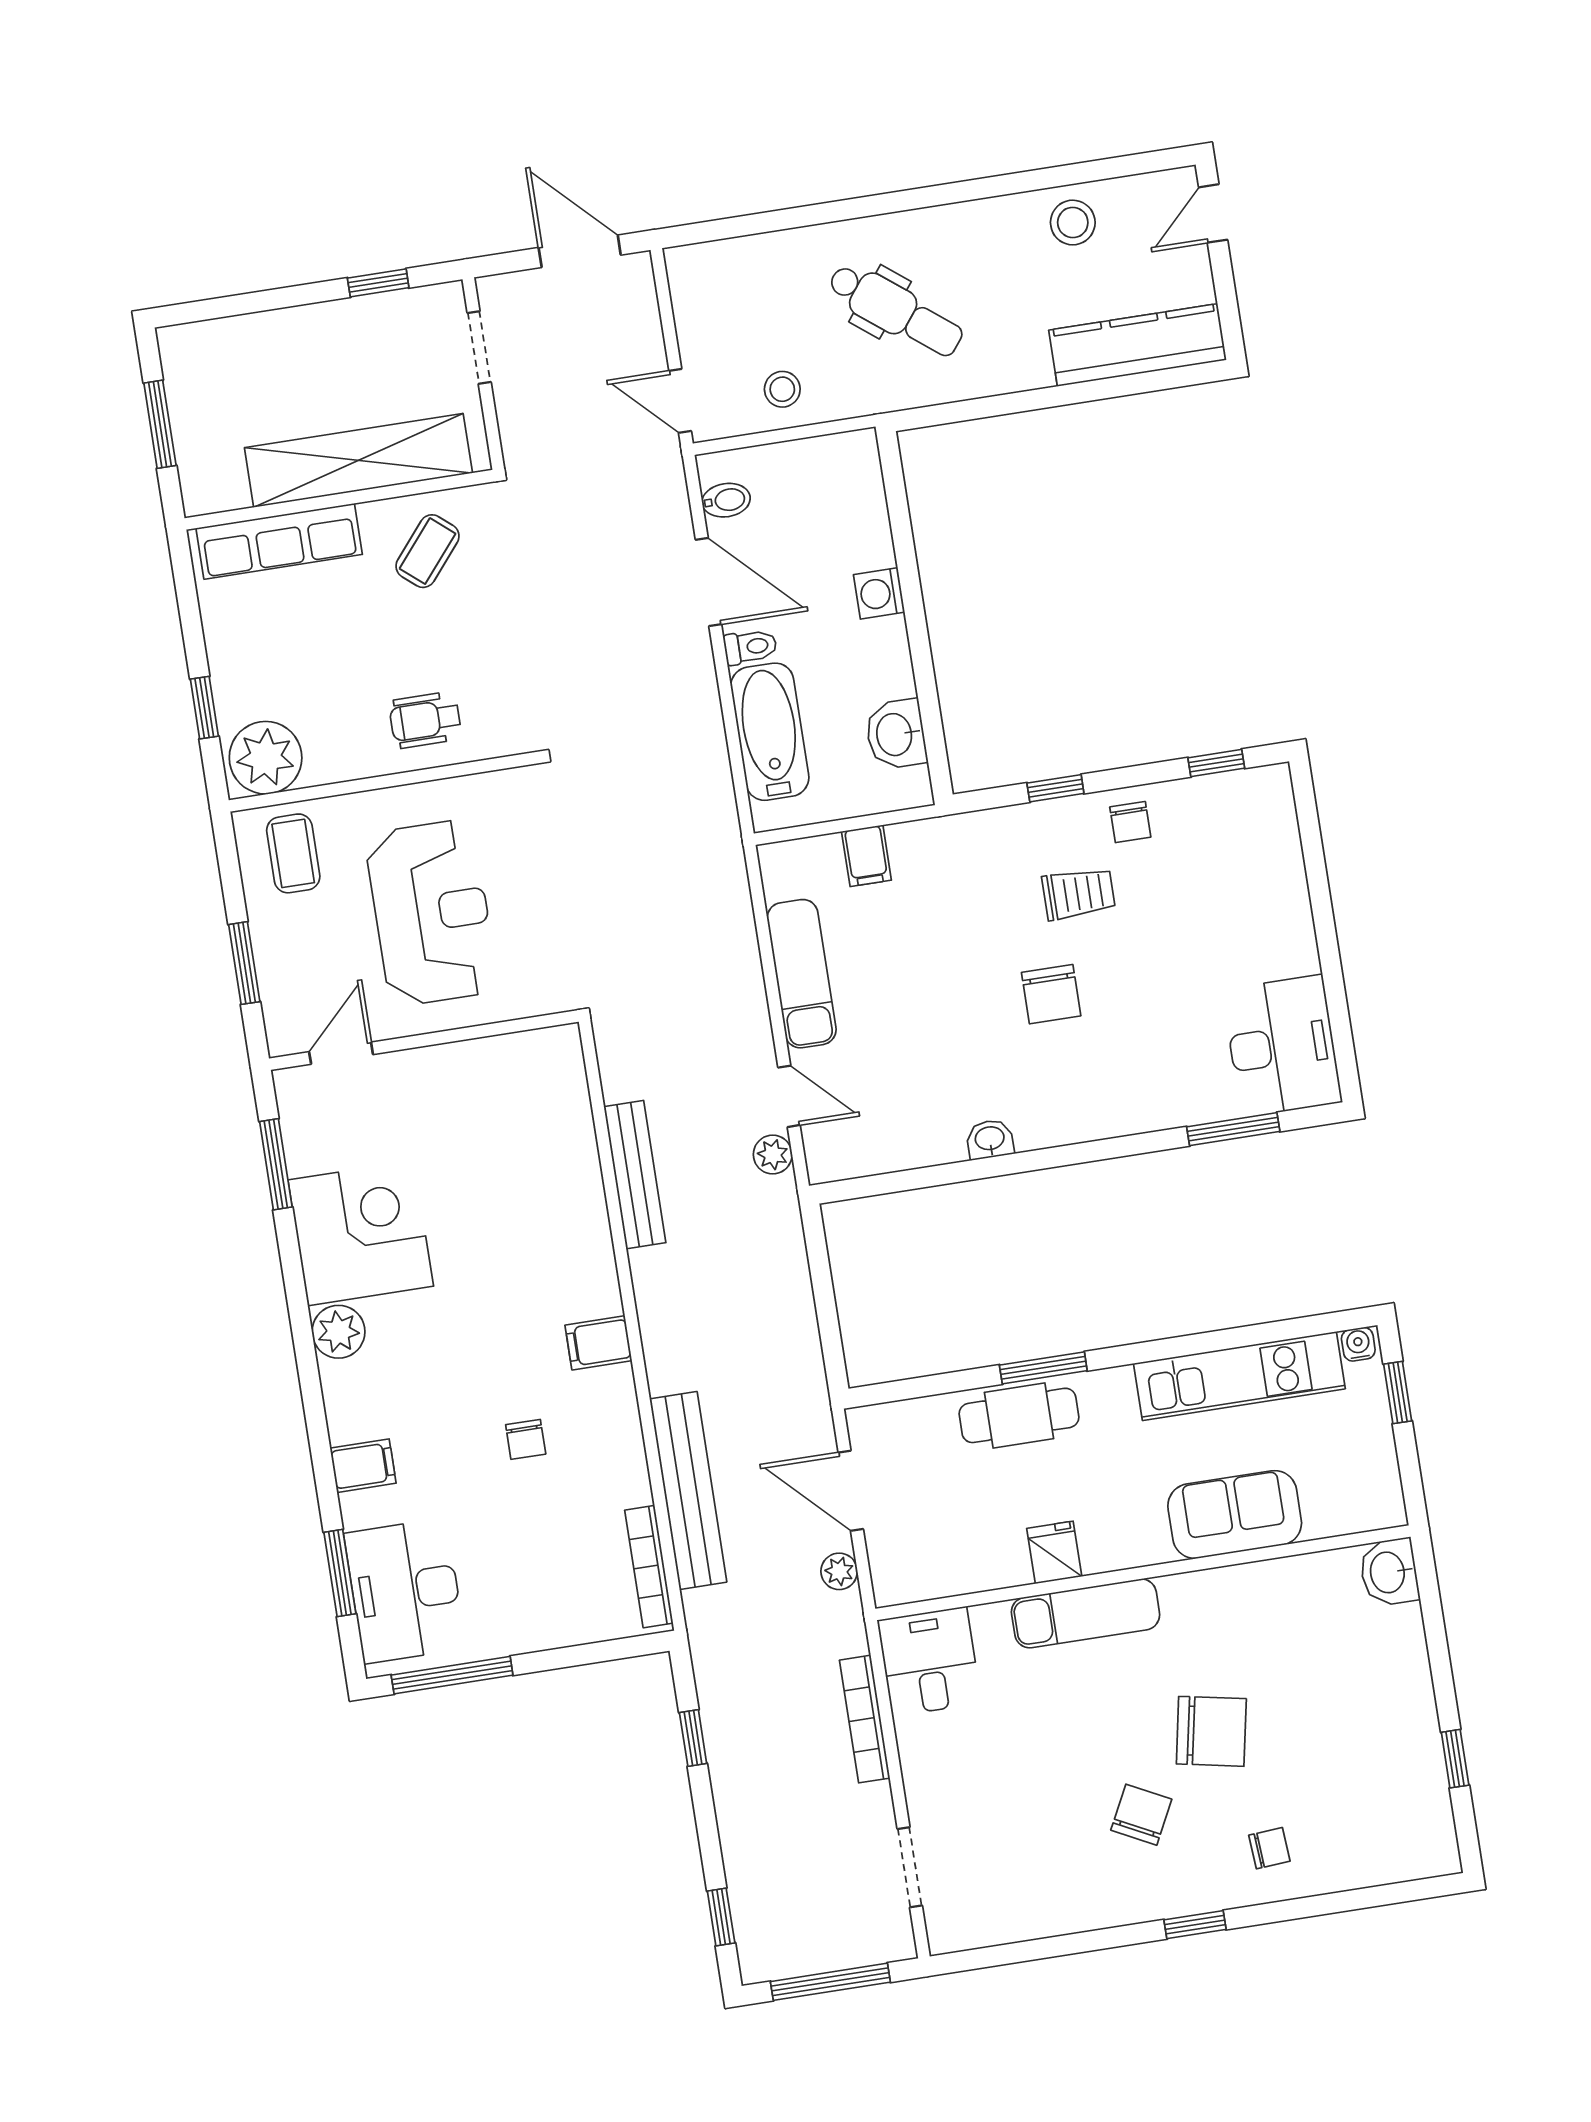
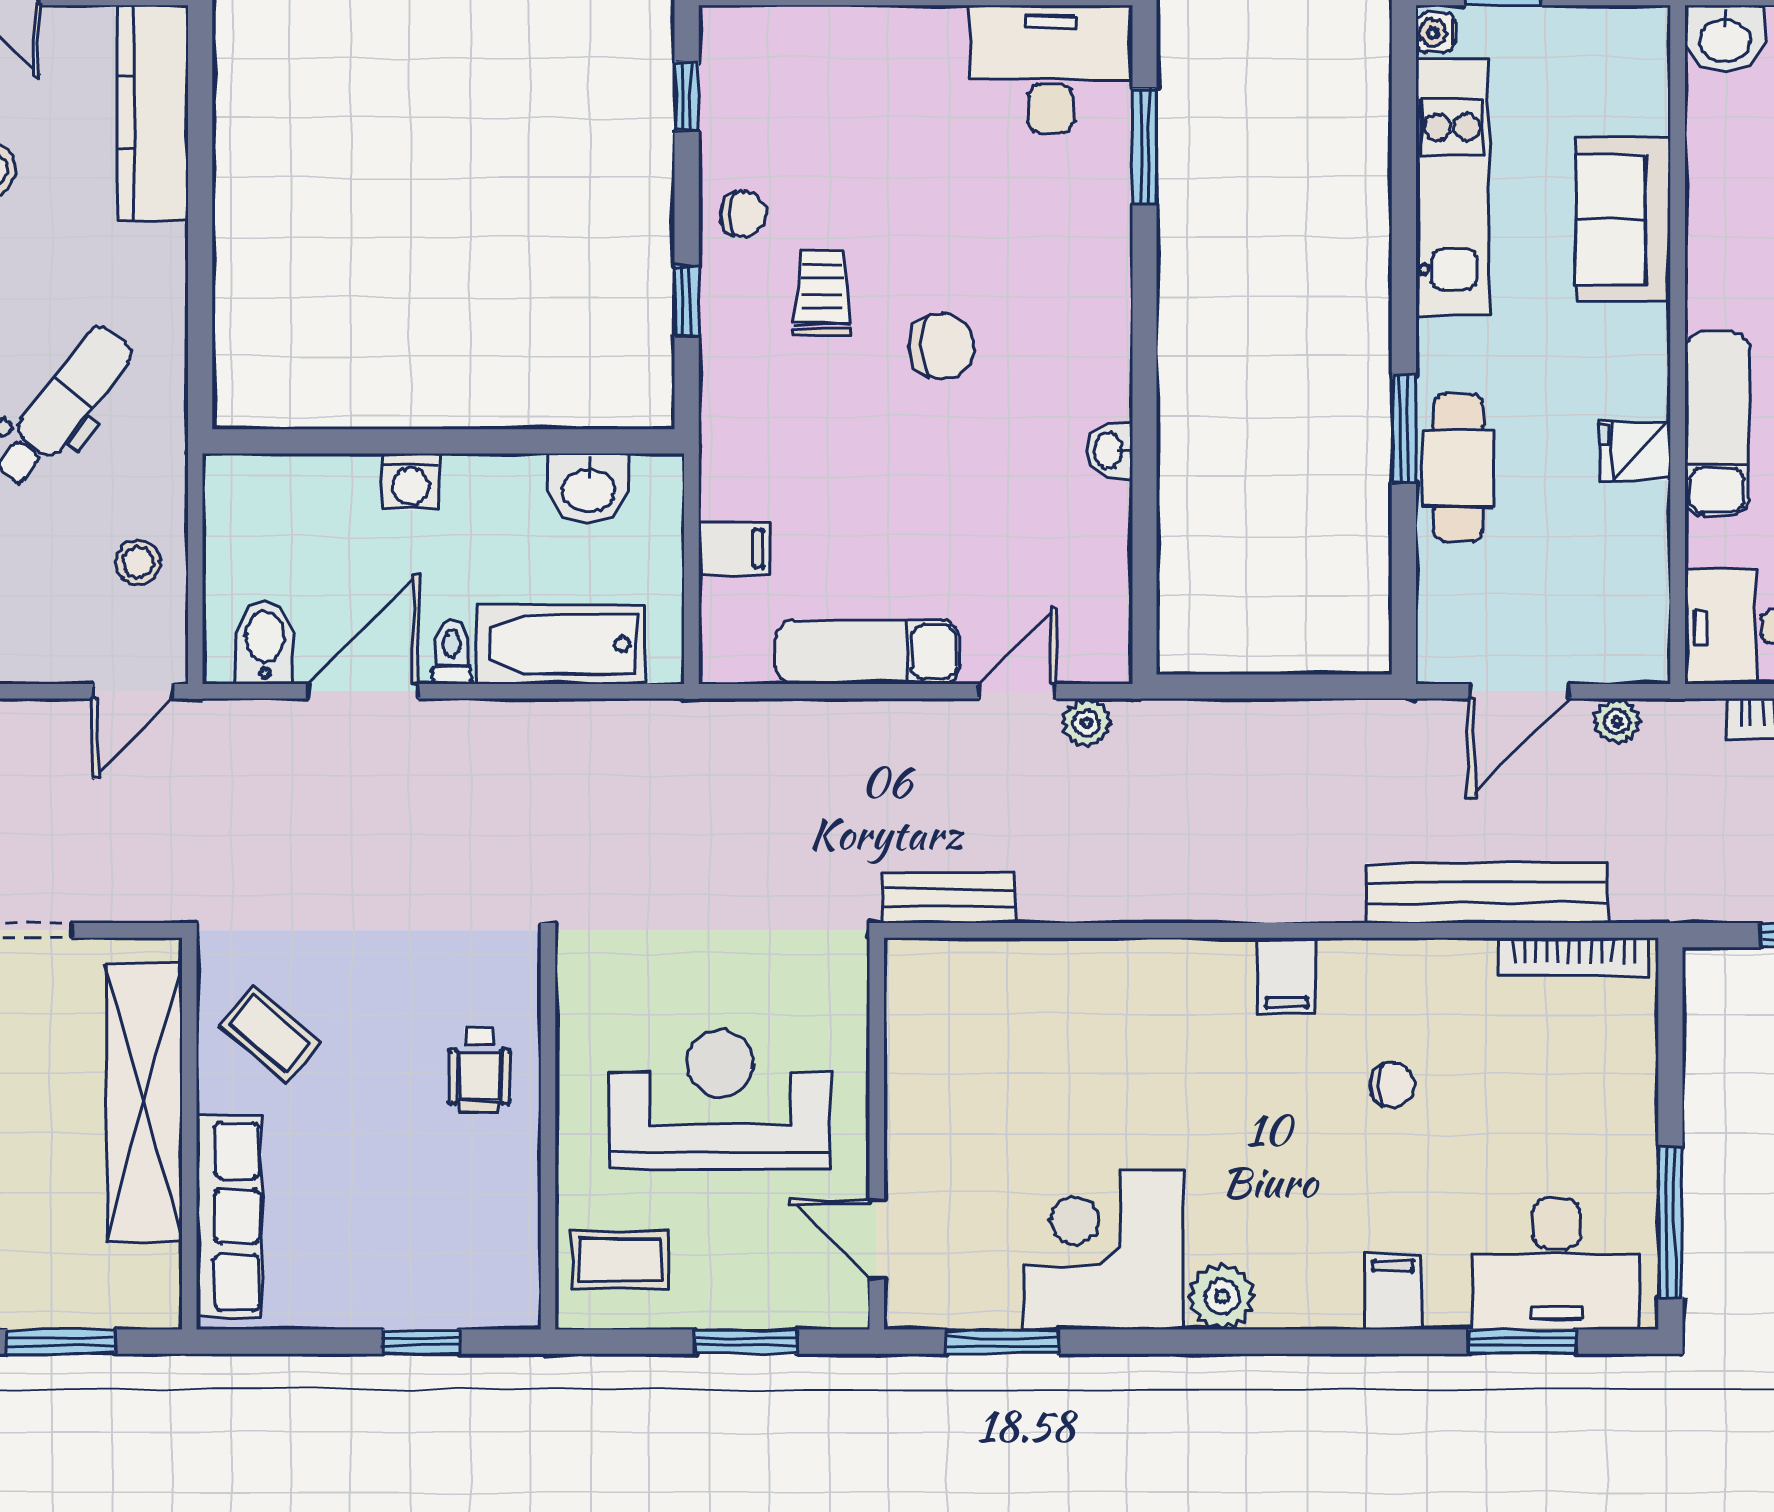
bidet: (726, 500) -> (265, 643), width x1.38, depth x1.36
plant: (266, 758) -> (495, 1275), removed
bench: (635, 1175) -> (949, 898), moved, width x0.73

